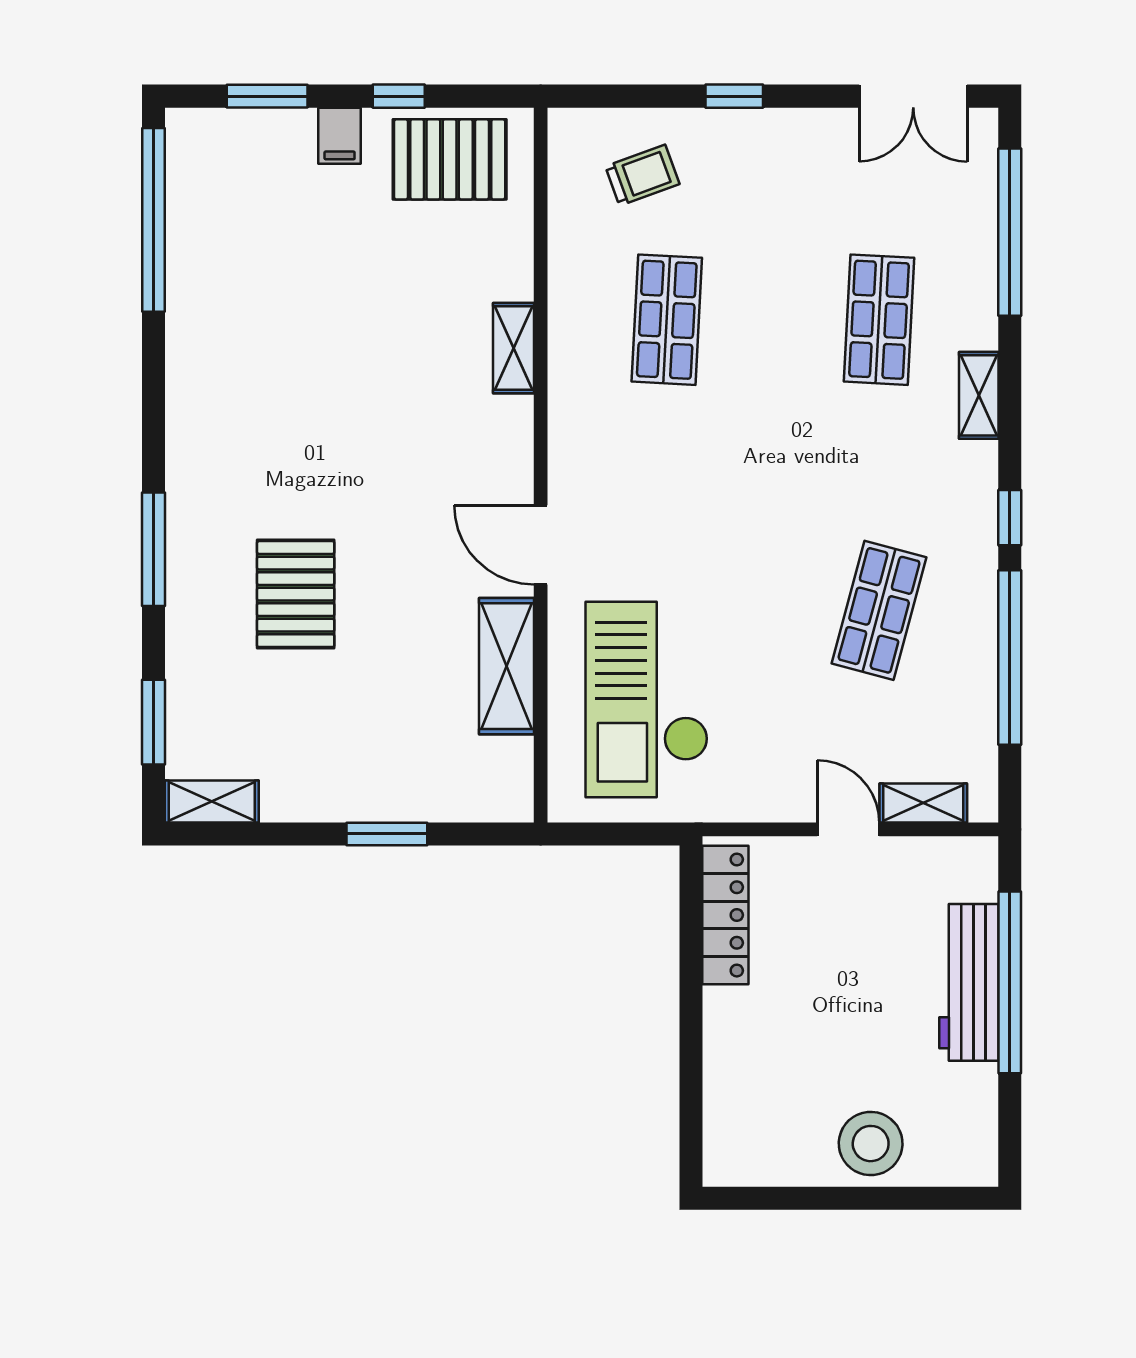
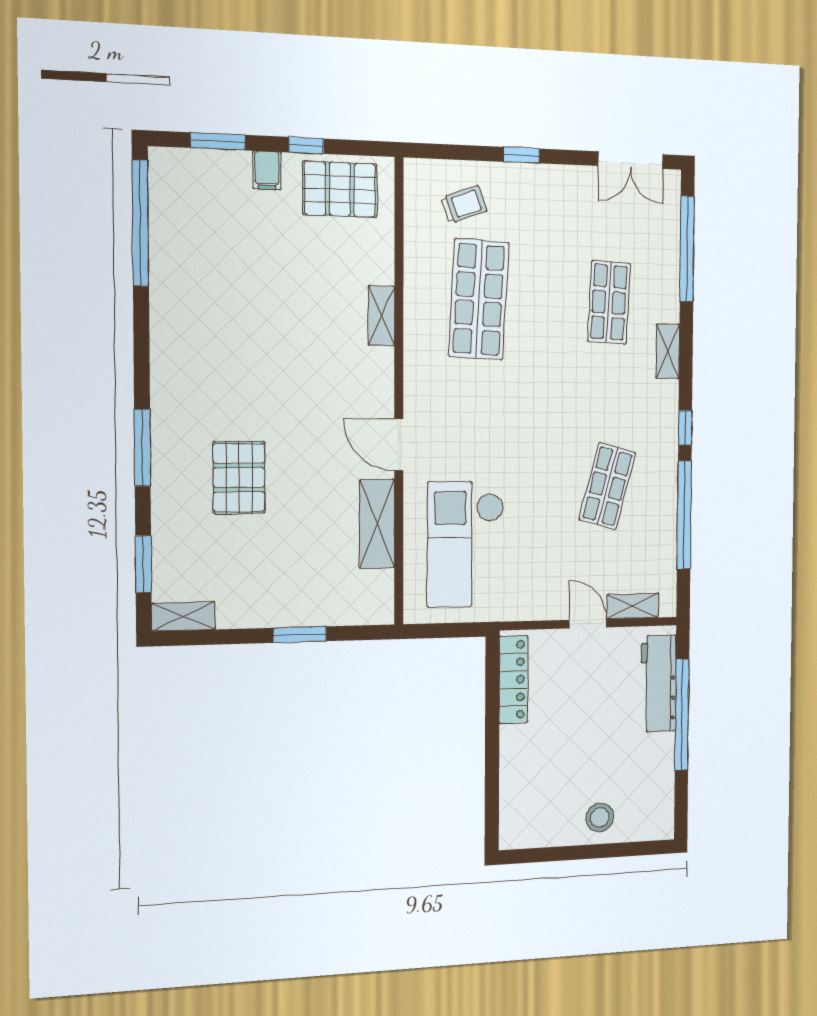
shop shelf: (667, 320) -> (479, 299), width x1.43, depth x1.36
workbench: (969, 982) -> (659, 684), moved
stool: (871, 1144) -> (600, 817), width x0.73, depth x0.73

